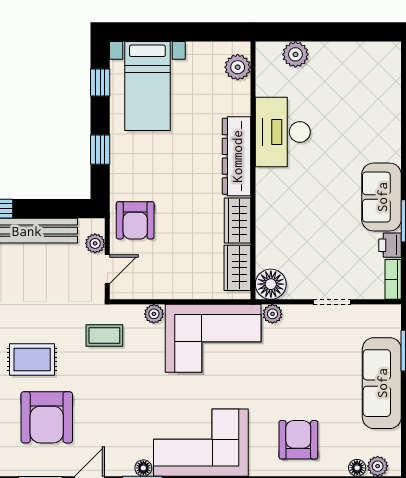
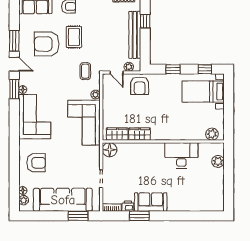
dresser: (237, 156) -> (170, 134), removed
armchair: (135, 220) -> (140, 86), turned -90
plant: (272, 314) -> (95, 151), removed
sofa: (382, 383) -> (63, 200), width x1.36, depth x1.27

